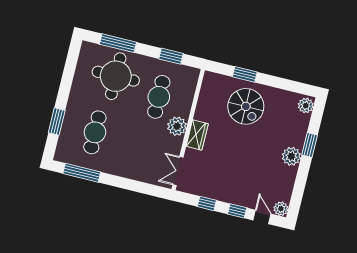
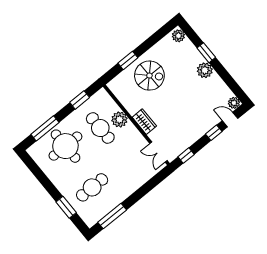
plant: (177, 126) -> (119, 119), moved
cafe table: (95, 132) -> (92, 187), turned 90
window: (207, 203) -> (186, 156), moved

